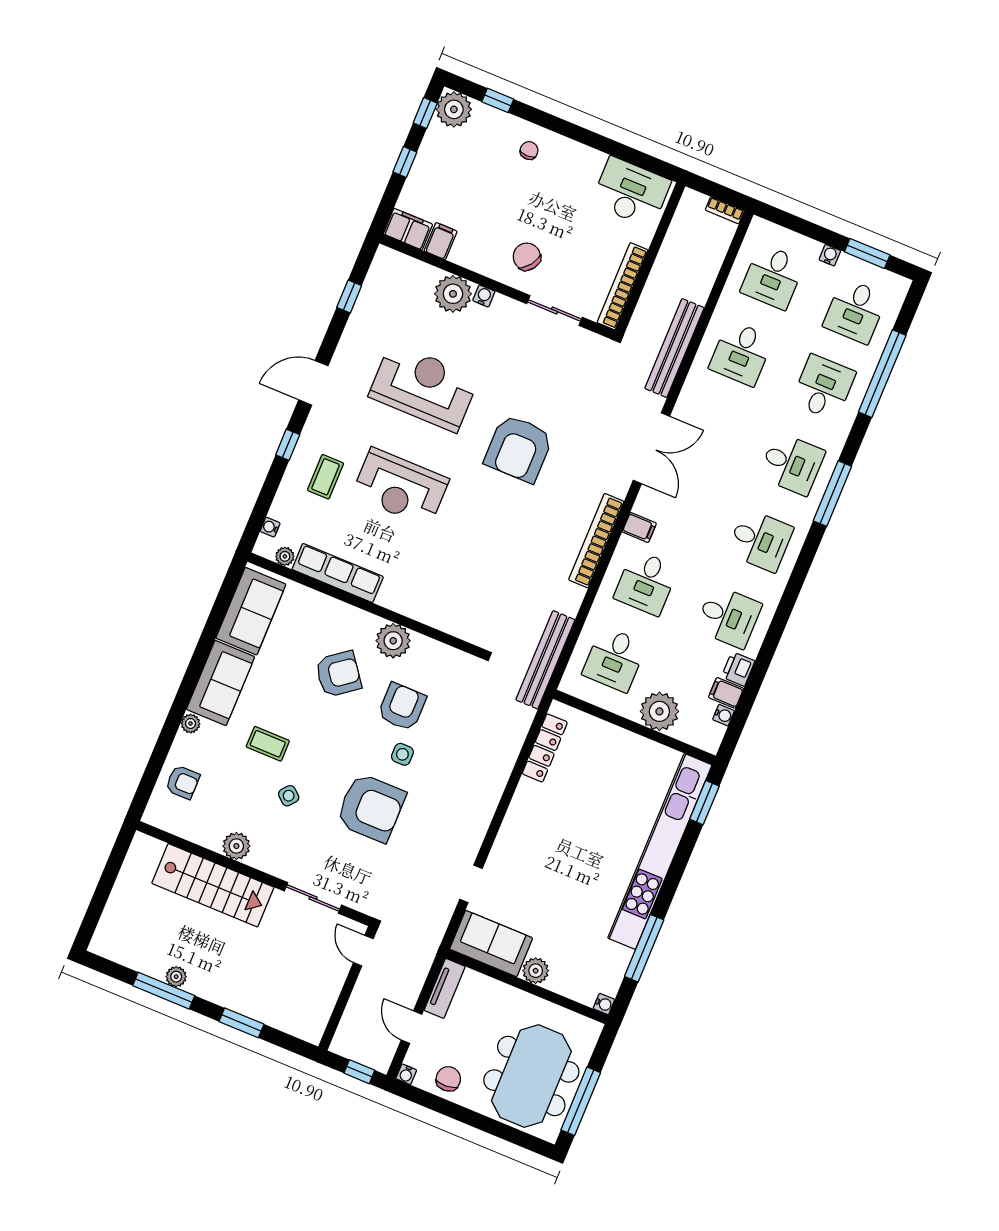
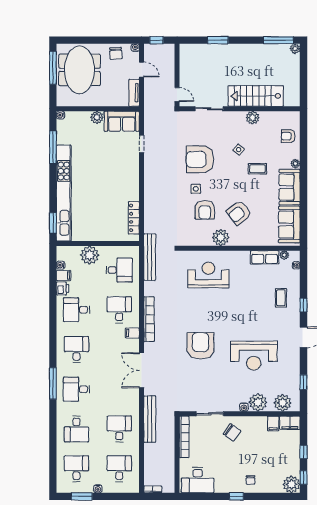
window: (498, 100) -> (236, 496), moved
plant: (406, 273) -> (283, 403), added
window: (882, 374) -> (53, 446), removed
reception desk: (400, 487) -> (208, 275), moved
desk: (760, 540) -> (76, 349), turned 90
row of seats: (338, 573) -> (265, 257), width x0.68
desk: (614, 659) -> (119, 270), turned 90
plant: (176, 977) -> (295, 49), moved
window: (164, 991) -> (278, 40), moved

